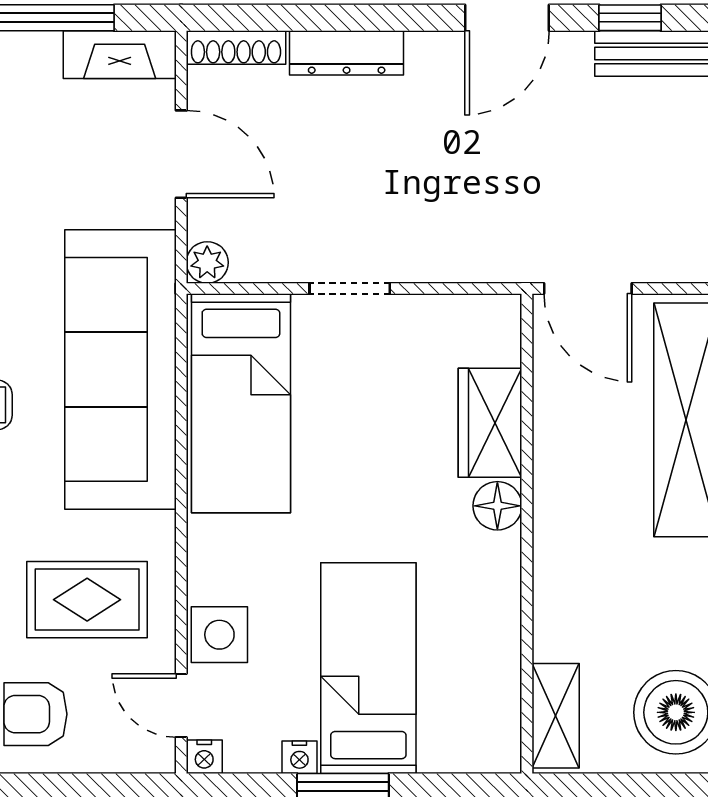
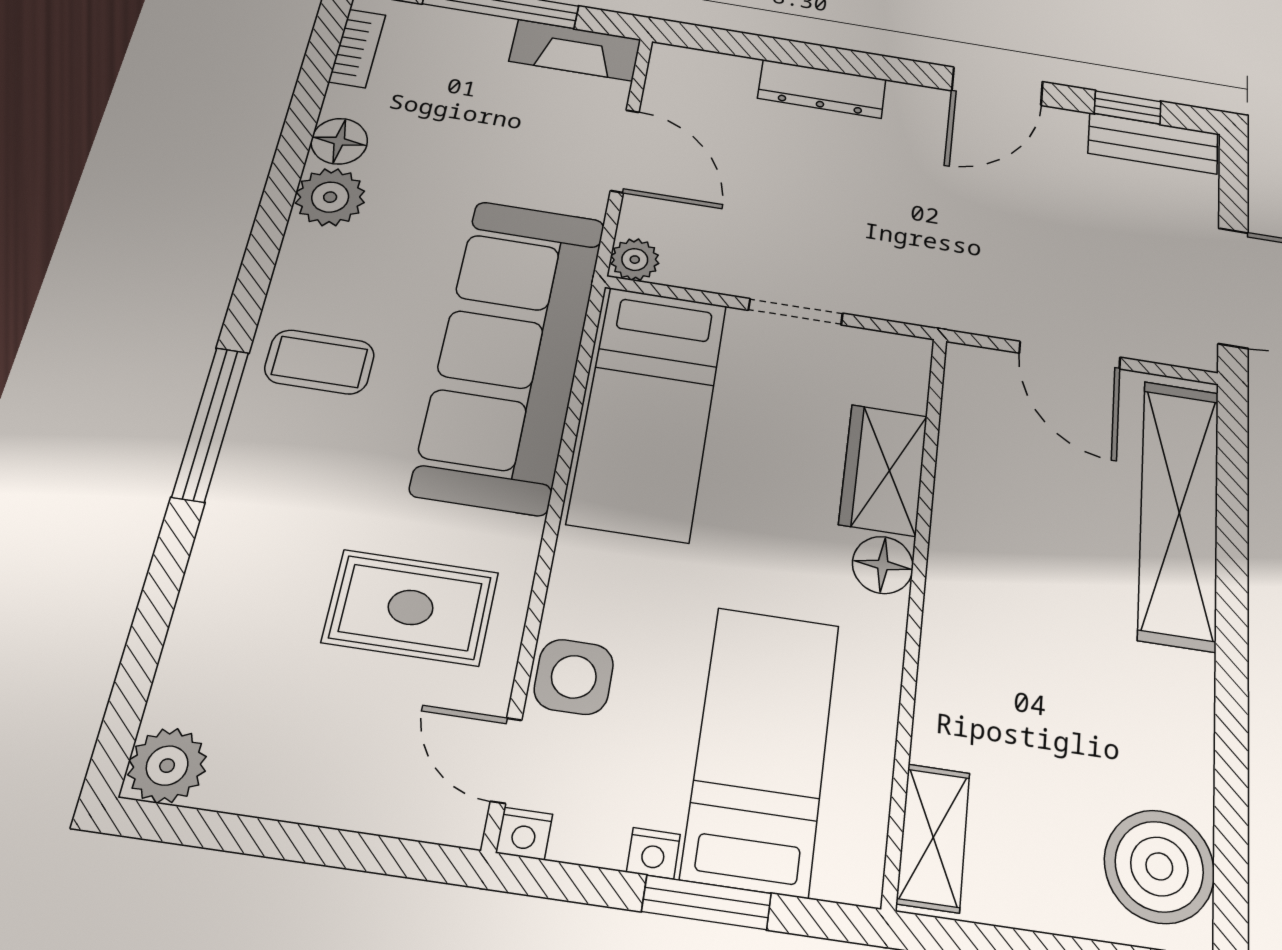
shoe rack: (236, 47) -> (703, 65), removed
wardrobe: (490, 423) -> (883, 470), moved
floor lamp: (497, 506) -> (883, 565), moved
wall: (527, 534) -> (916, 603), moved
armchair: (35, 714) -> (308, 743), removed
shelving: (556, 716) -> (933, 837), moved

